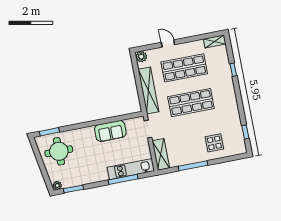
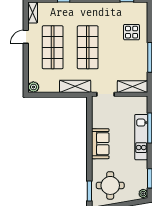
door: (168, 43) -> (26, 37), moved
shelving: (149, 91) -> (75, 86), width x0.68
sofa: (110, 131) -> (100, 144), moved
kitchen unit: (131, 169) -> (141, 137), moved

